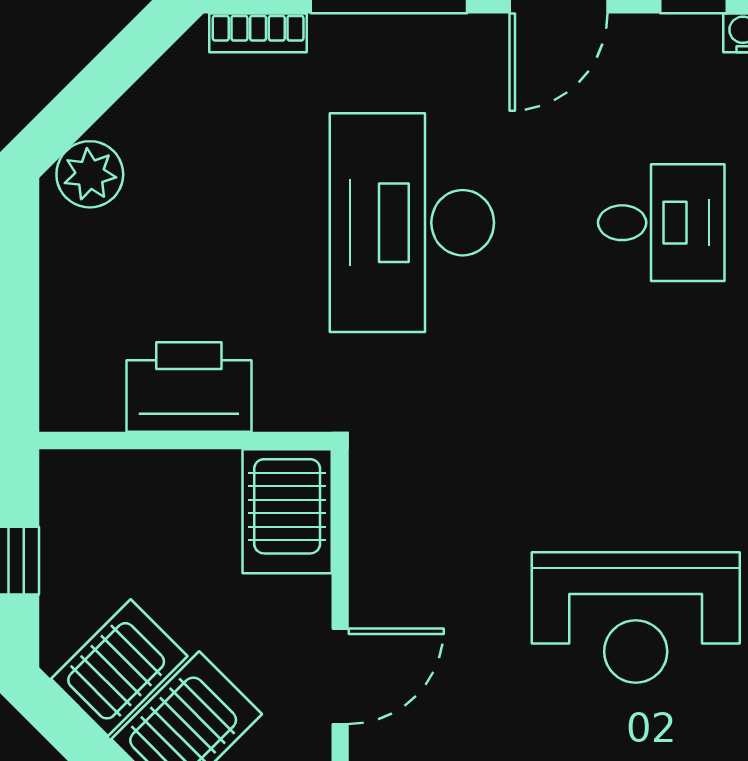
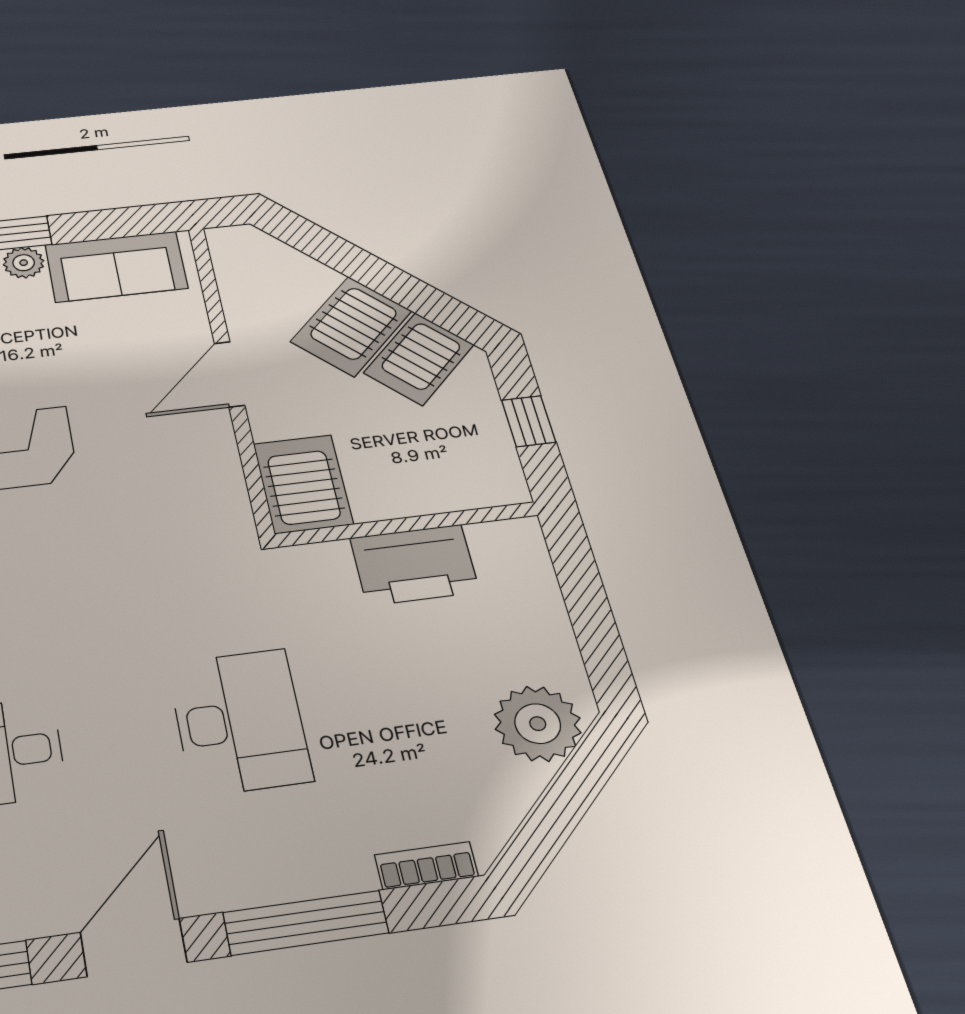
plant: (90, 174) -> (538, 724), width x1.36, depth x1.36
desk: (412, 223) -> (239, 722), width x0.73, depth x0.77

